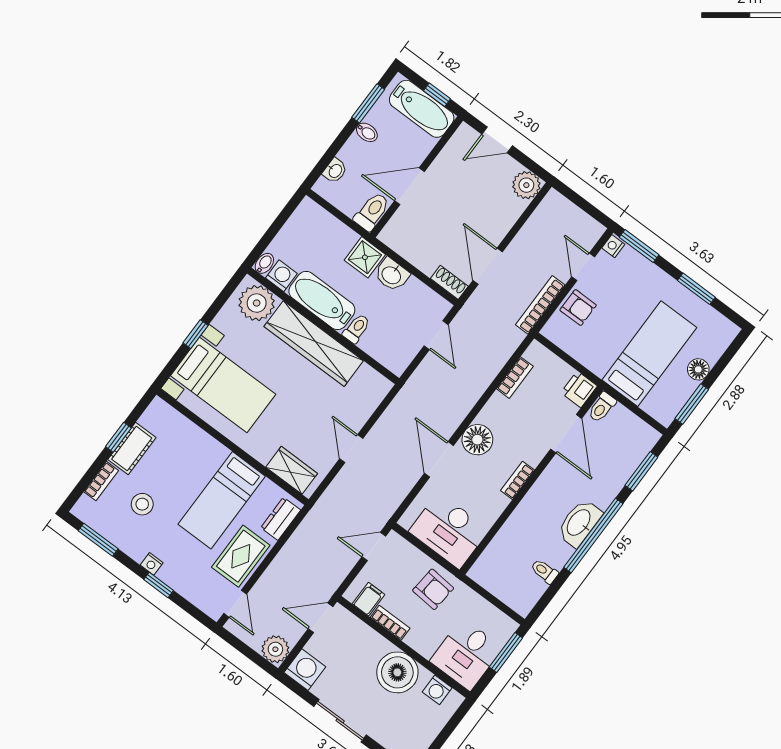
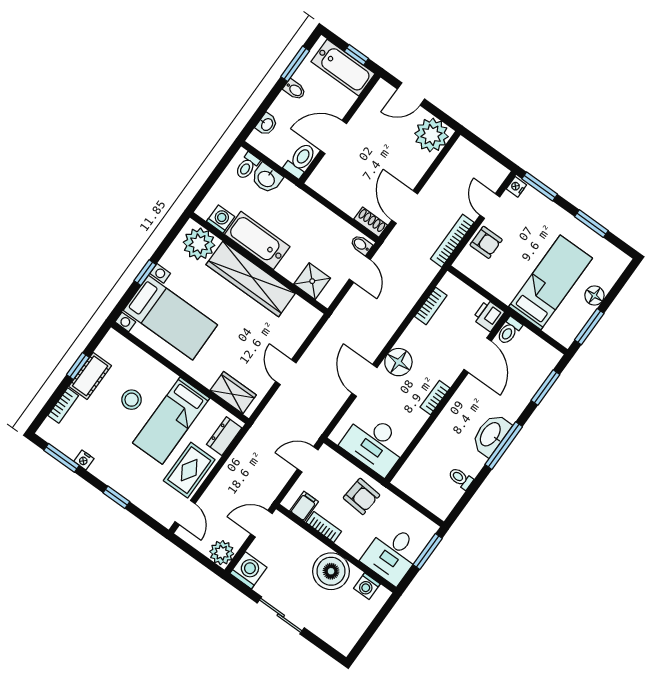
plant: (526, 185) -> (431, 135), width x1.36, depth x1.36
shower: (365, 257) -> (312, 281), moved
bidet: (264, 263) -> (361, 245), moved, turned -90
washbasin: (392, 275) -> (267, 178), moved
toilet: (356, 329) -> (247, 166), moved, turned 180
stool: (142, 504) -> (132, 400), moved
window: (593, 535) -> (504, 446), width x0.68
nightstand: (152, 564) -> (84, 460), moved

